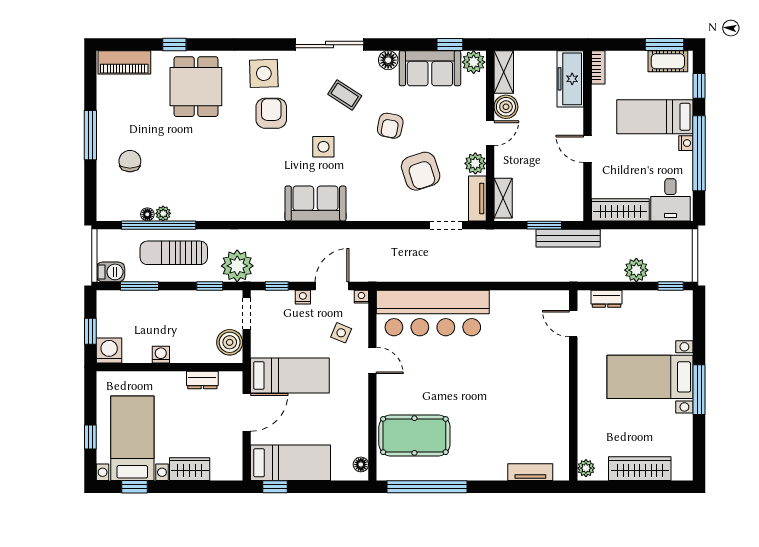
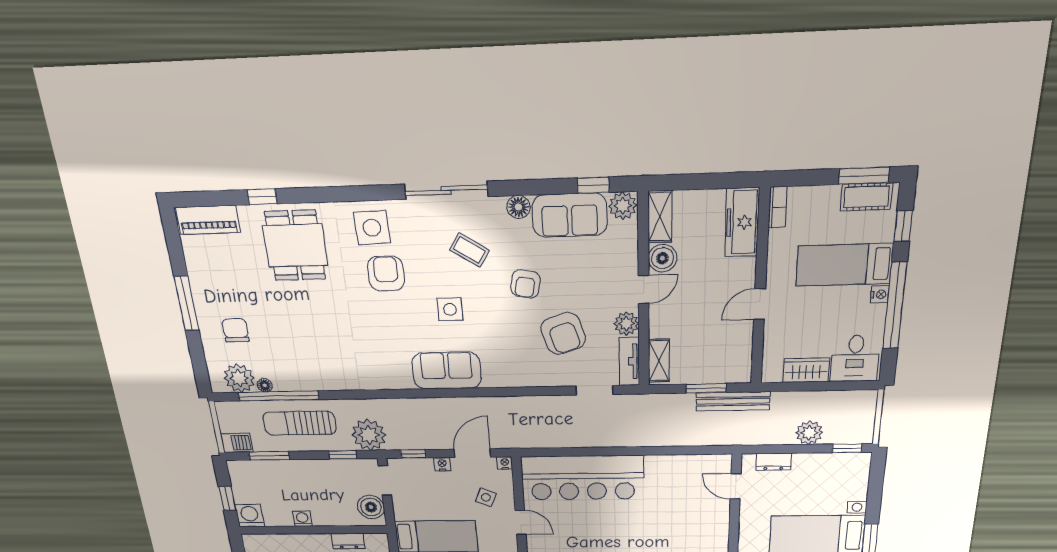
door: (587, 149) -> (760, 304), hinge flipped
wardrobe: (620, 210) -> (806, 370), width x0.67
plant: (163, 213) -> (239, 378), moved, width x1.87, depth x1.87

